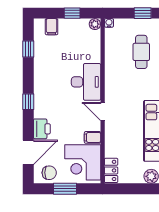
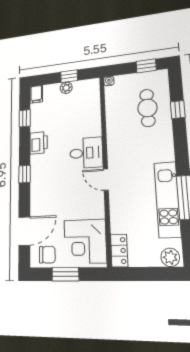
plant: (95, 24) -> (66, 88), moved
filing cabinet: (52, 27) -> (36, 94), moved
desk: (86, 82) -> (86, 153), width x0.73
printer: (42, 129) -> (39, 143), moved
filing cabinet: (93, 137) -> (95, 211), removed

